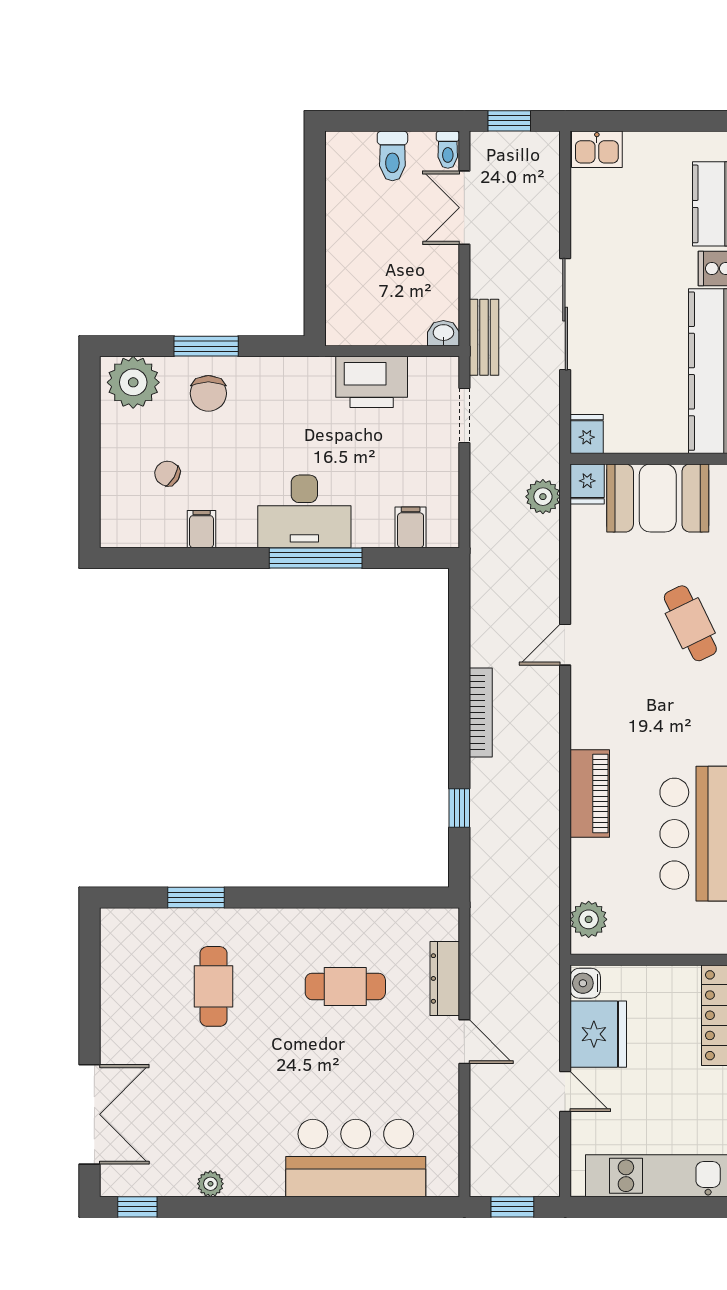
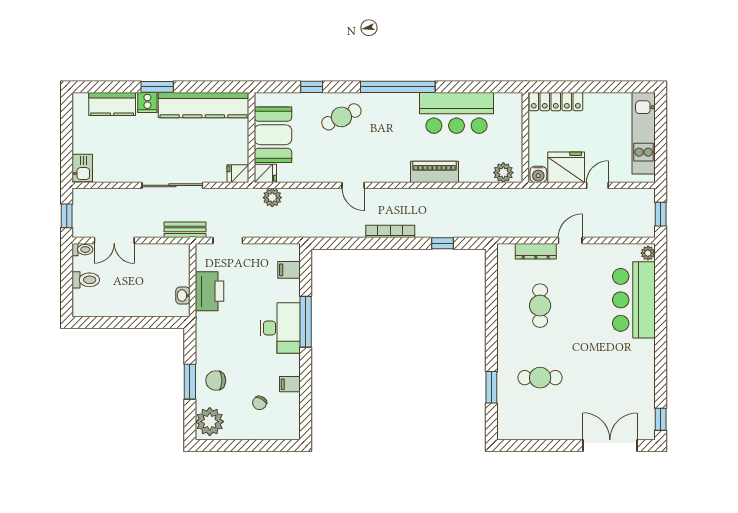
washbasin: (443, 333) -> (183, 296), moved
chair: (208, 393) -> (216, 380), turned 180
plant: (210, 1184) -> (648, 253), moved

